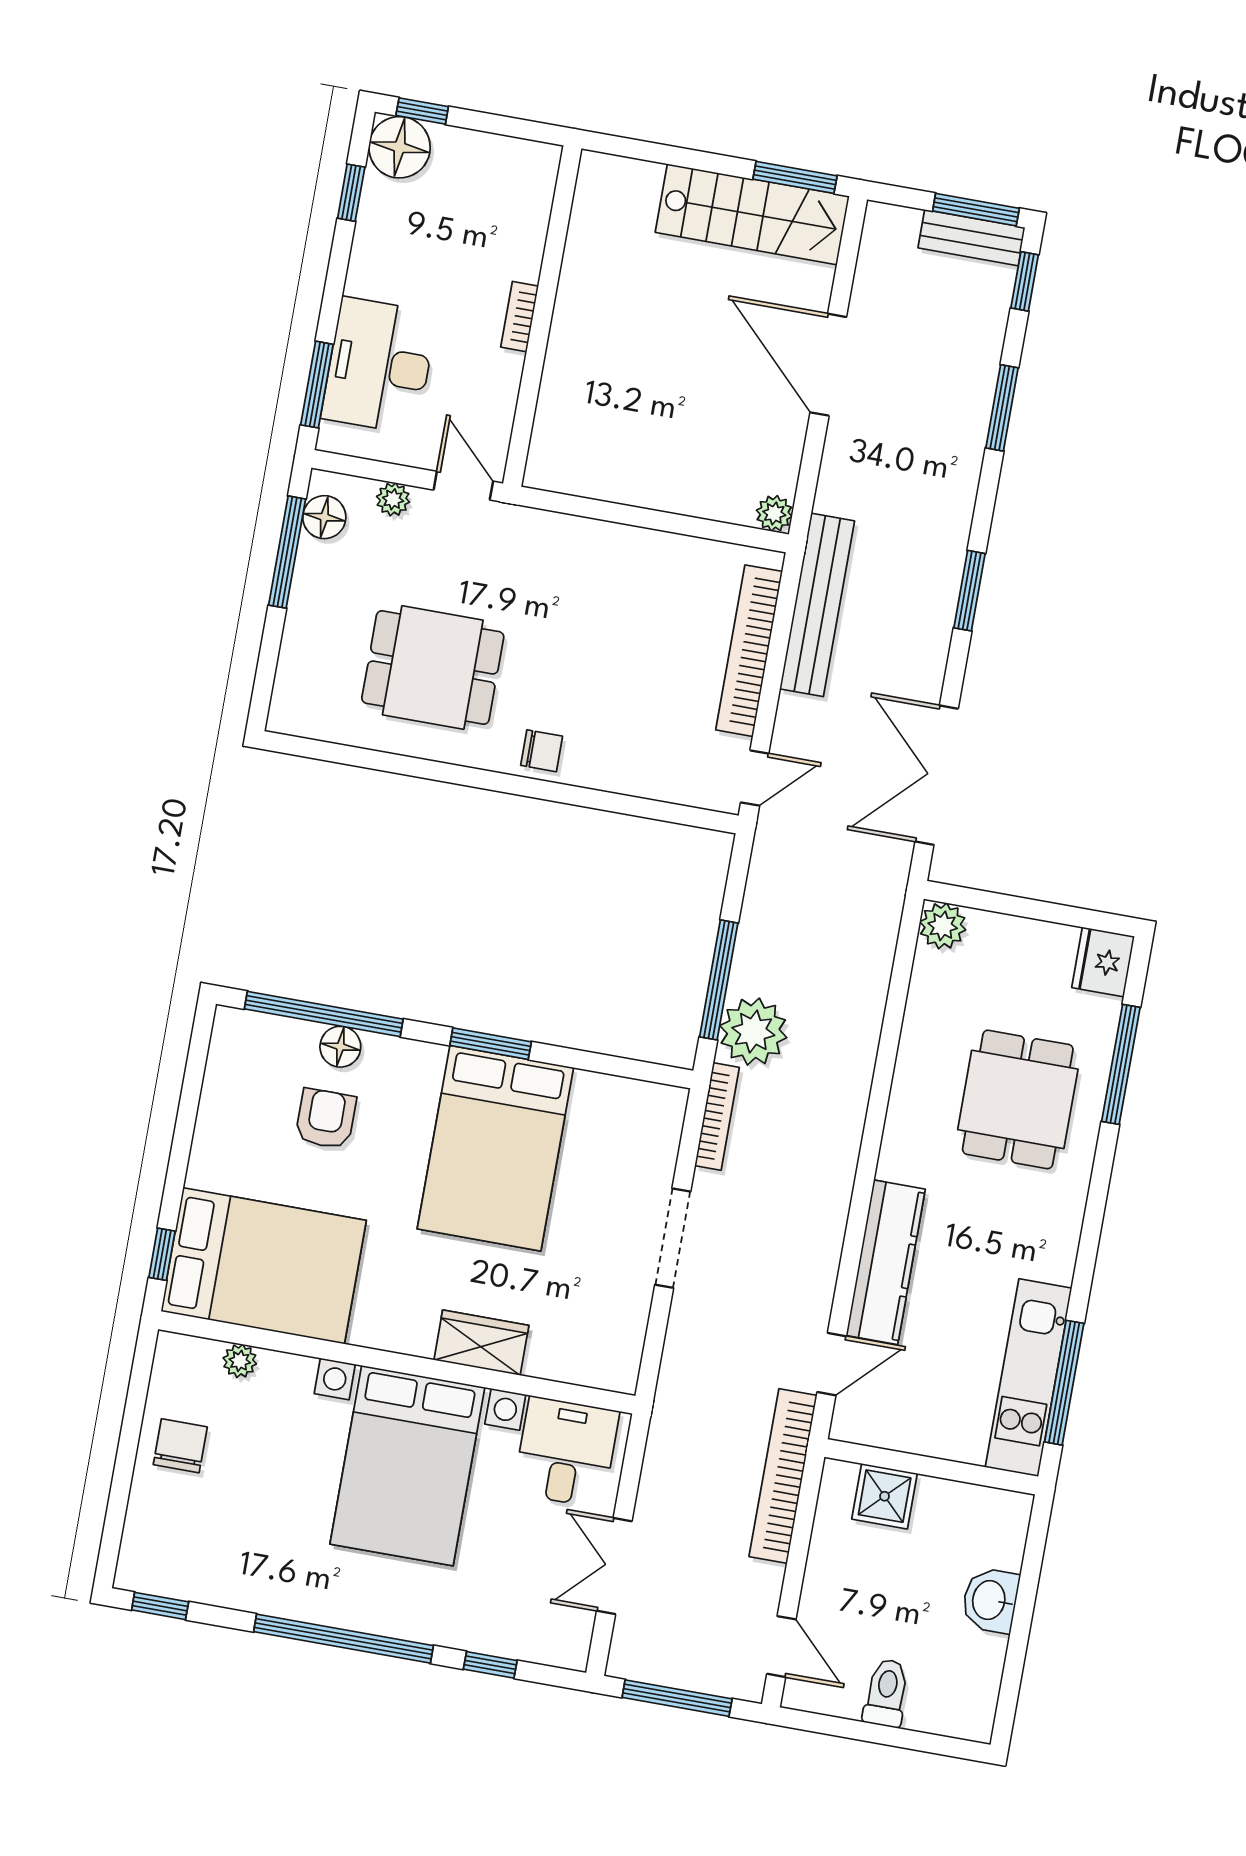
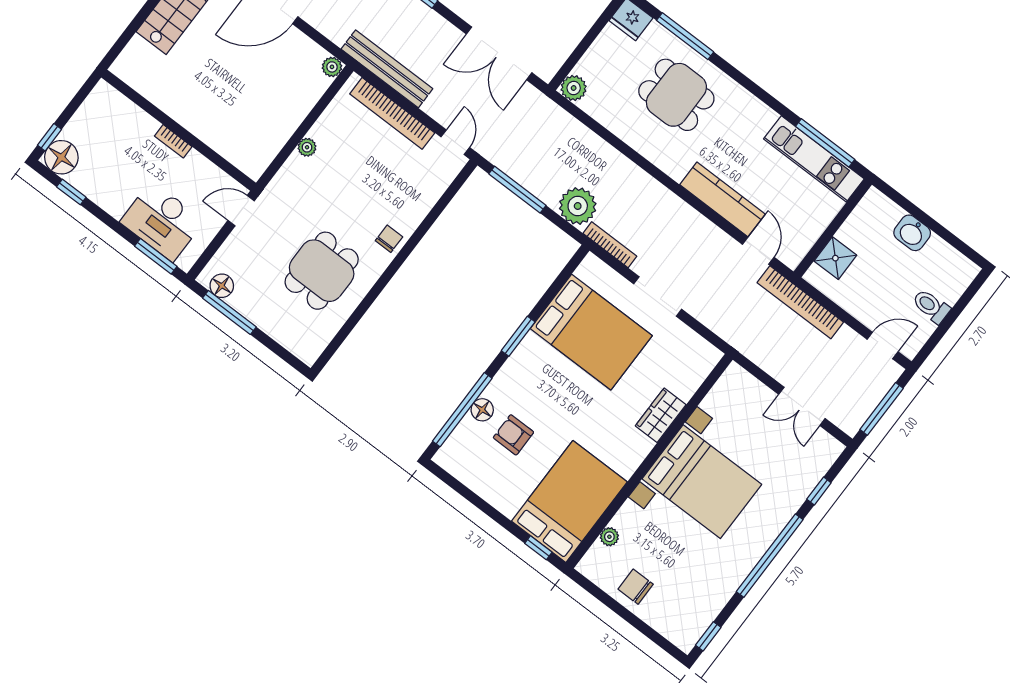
plant: (393, 499) -> (307, 147), moved
window: (719, 980) -> (517, 190), moved
bed: (495, 1148) -> (591, 332), moved
desk: (566, 1452) -> (735, 401), removed

